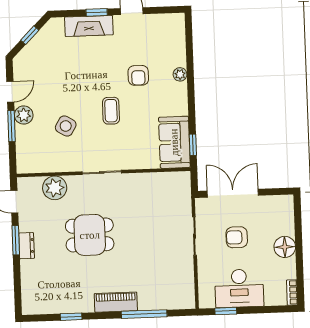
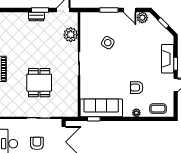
coffee table: (111, 111) -> (158, 109), moved
plant: (24, 115) -> (142, 18), moved
sofa: (174, 142) -> (101, 108), width x1.36
dining table: (90, 235) -> (39, 83), moved

